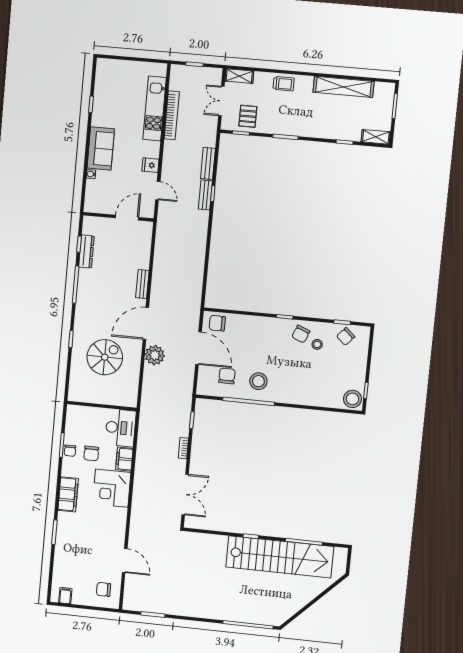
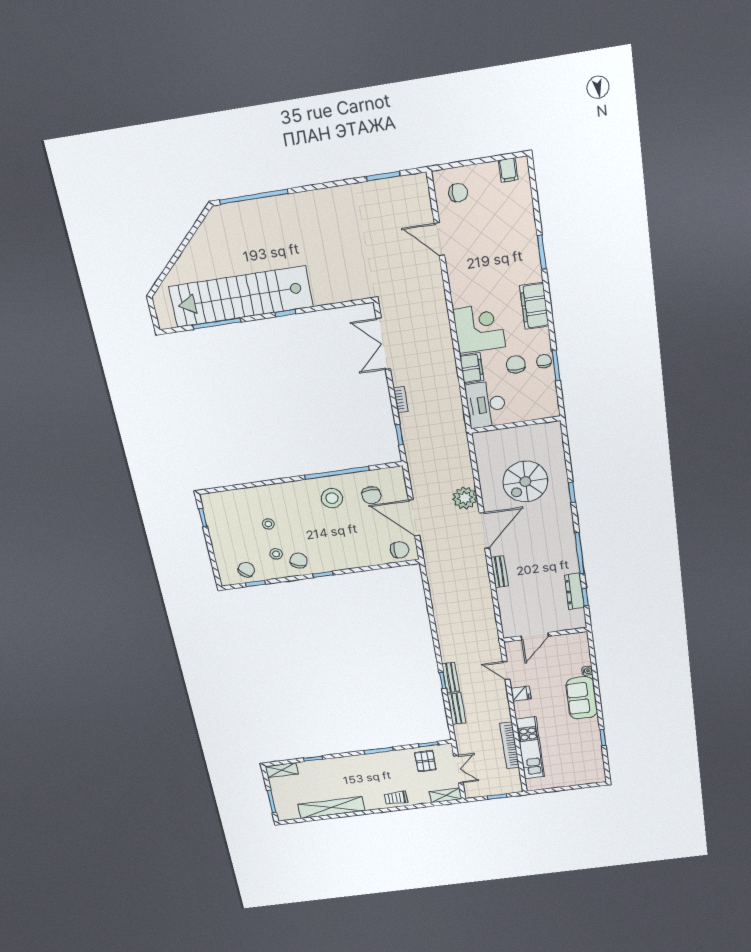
stool: (352, 399) -> (268, 524), moved, width x0.53, depth x0.53

